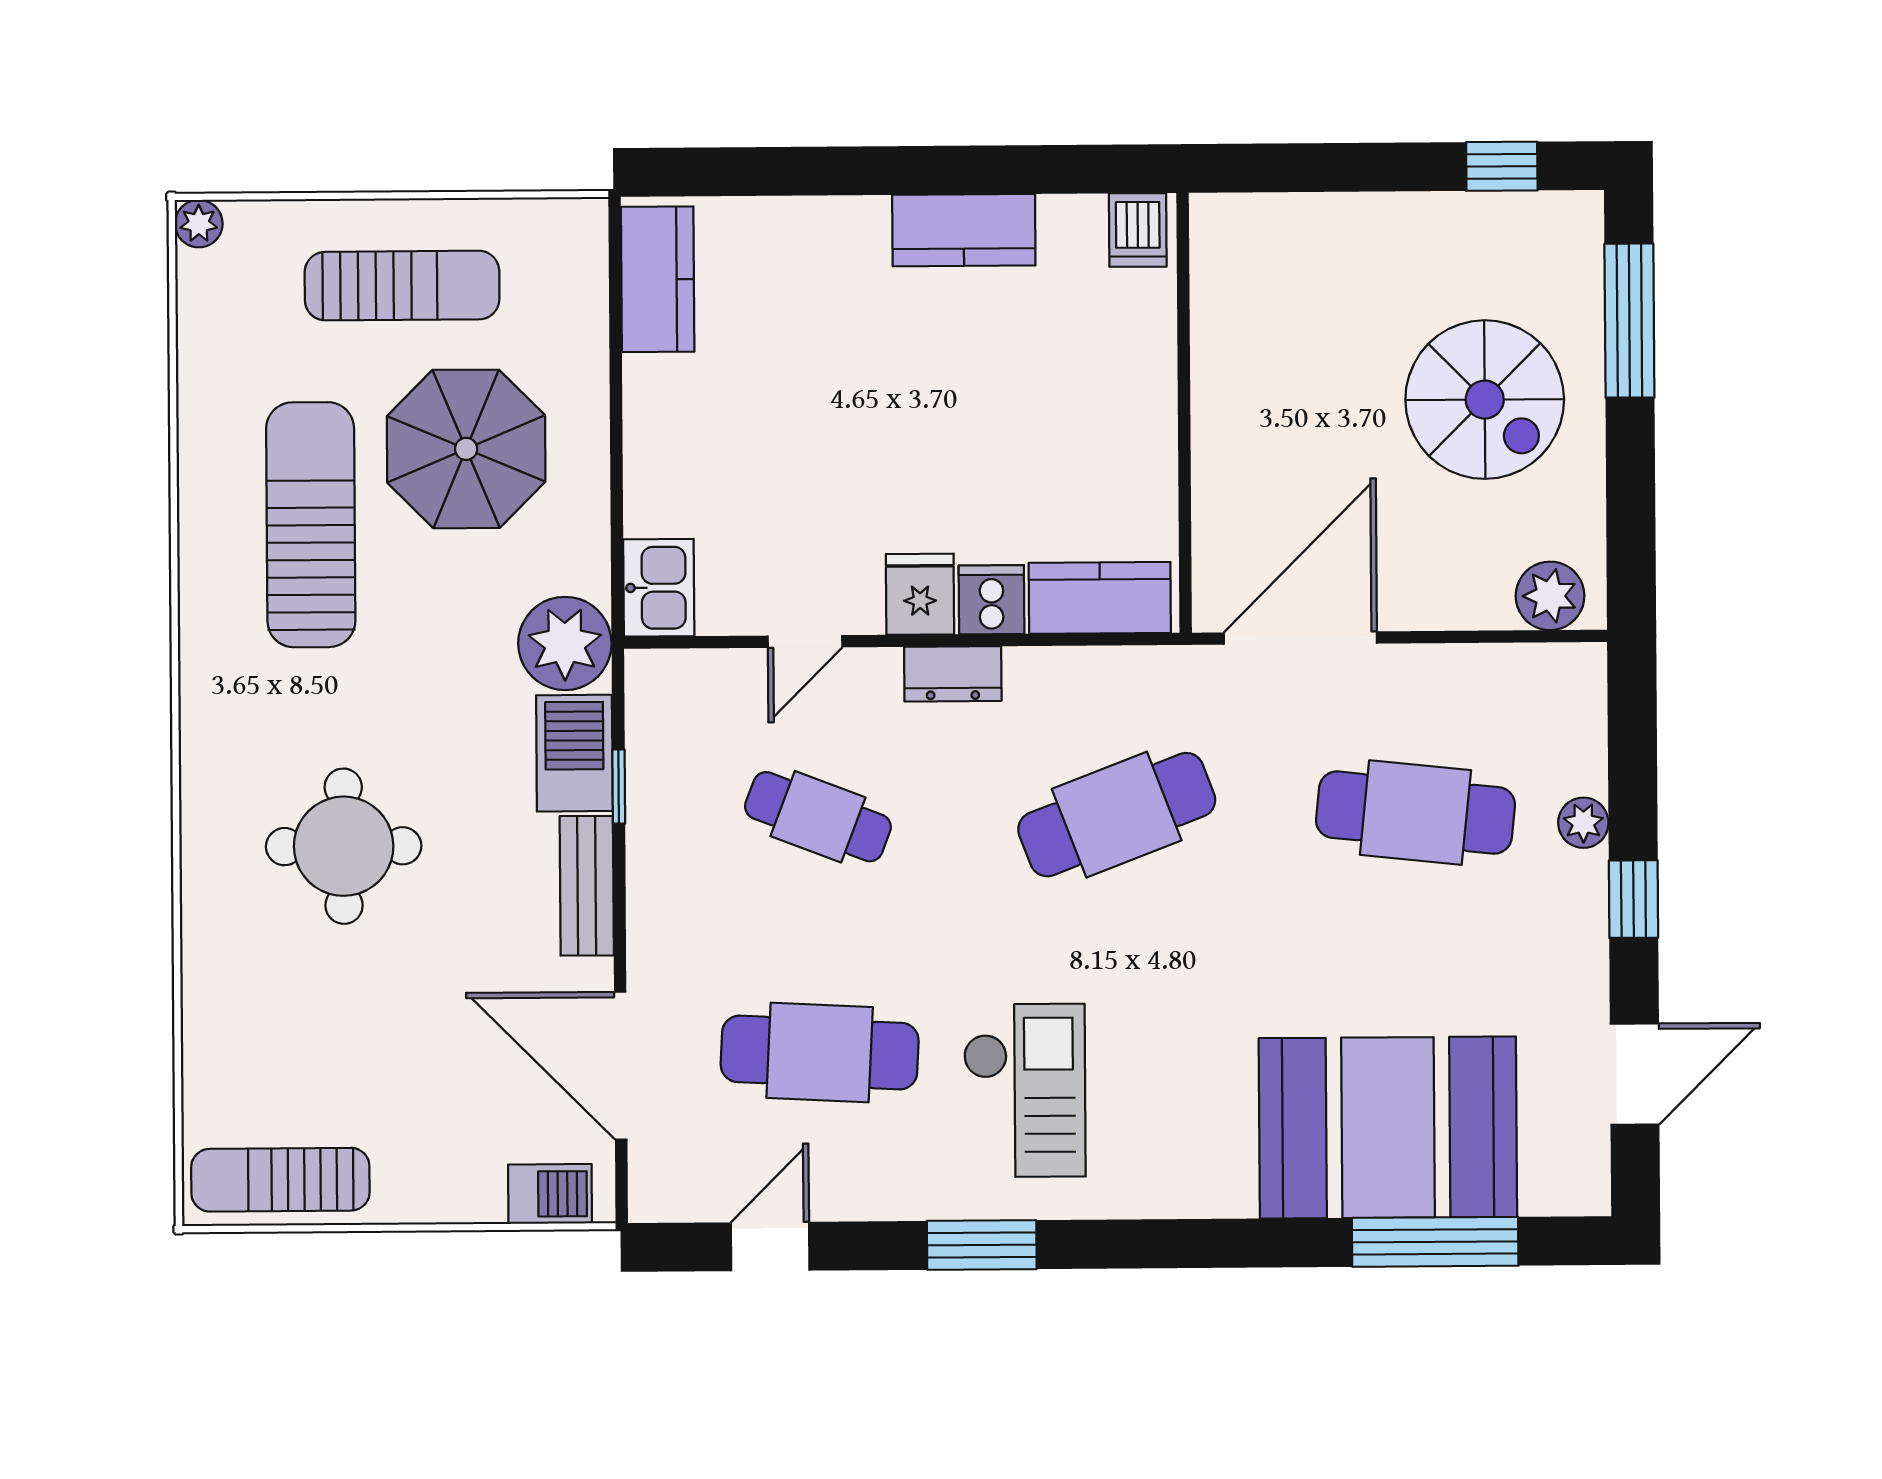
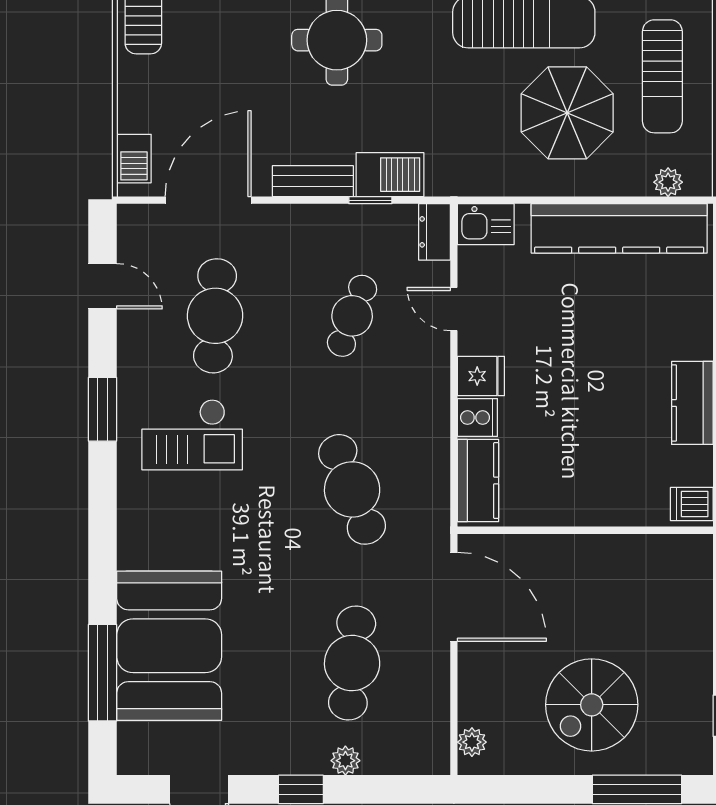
kitchen counter: (658, 279) -> (619, 228), width x2.08, depth x1.17
plant: (1550, 596) -> (472, 742), width x0.73, depth x0.73
plant: (565, 643) -> (668, 182), moved, width x0.53, depth x0.53
dresser: (953, 674) -> (434, 232), moved

